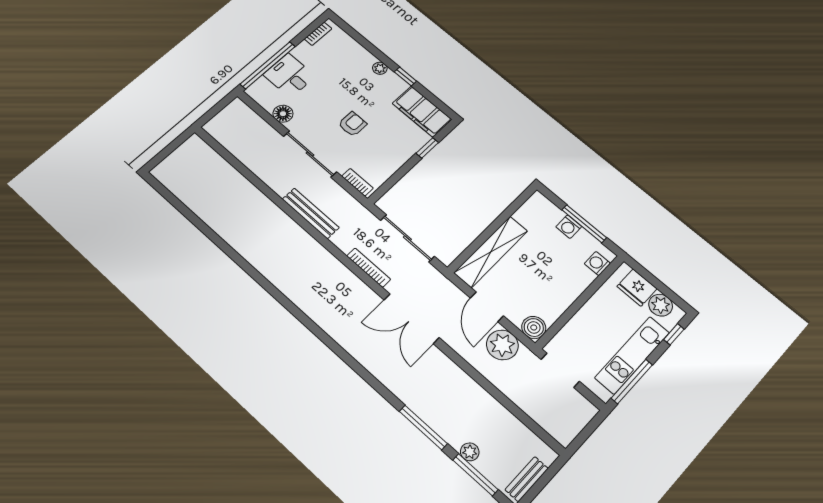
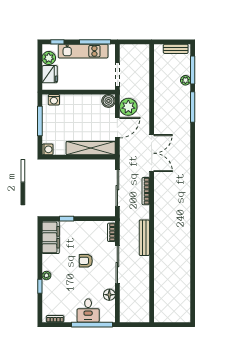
window: (405, 76) -> (40, 286), moved
washing machine: (569, 227) -> (48, 149), moved

